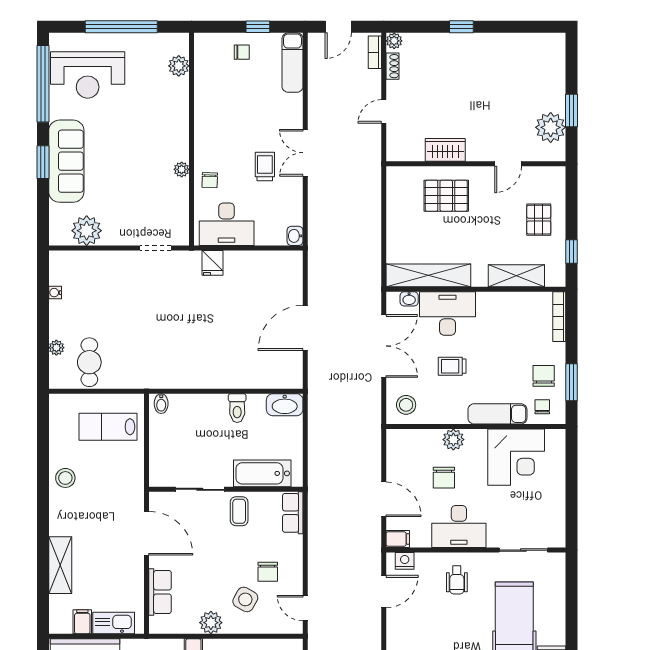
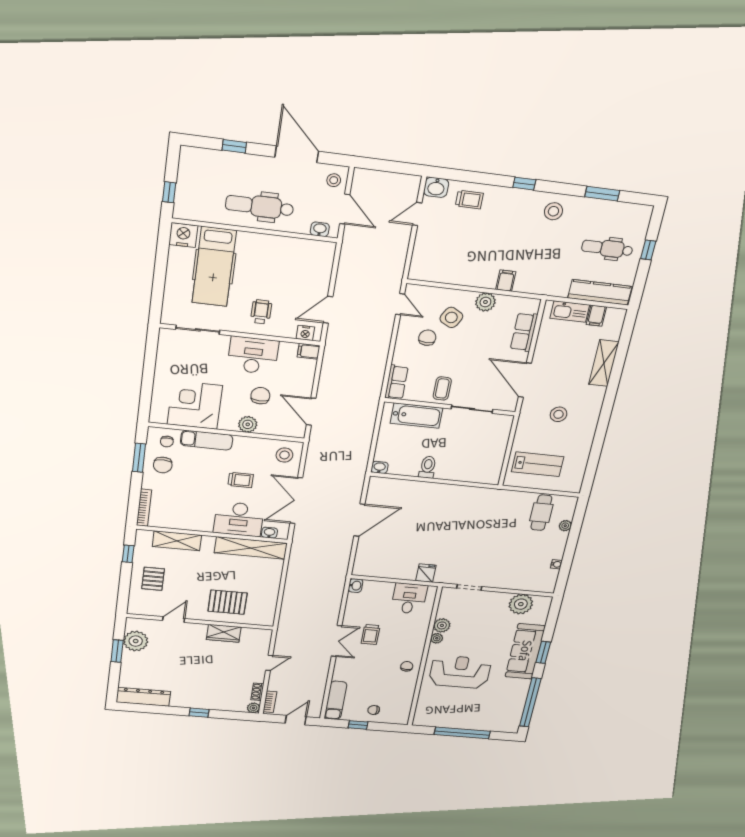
dresser: (533, 44) -> (143, 697), added
plant: (179, 66) -> (442, 625), moved
reception desk: (88, 75) -> (460, 672), moved
chair: (210, 180) -> (407, 666), moved
desk: (227, 224) -> (409, 598), width x0.73
bidet: (161, 404) -> (490, 477), removed
washbasin: (285, 405) -> (380, 467), width x0.52, depth x0.69
stool: (65, 478) -> (559, 414), moved
door: (384, 499) -> (311, 412), moved

